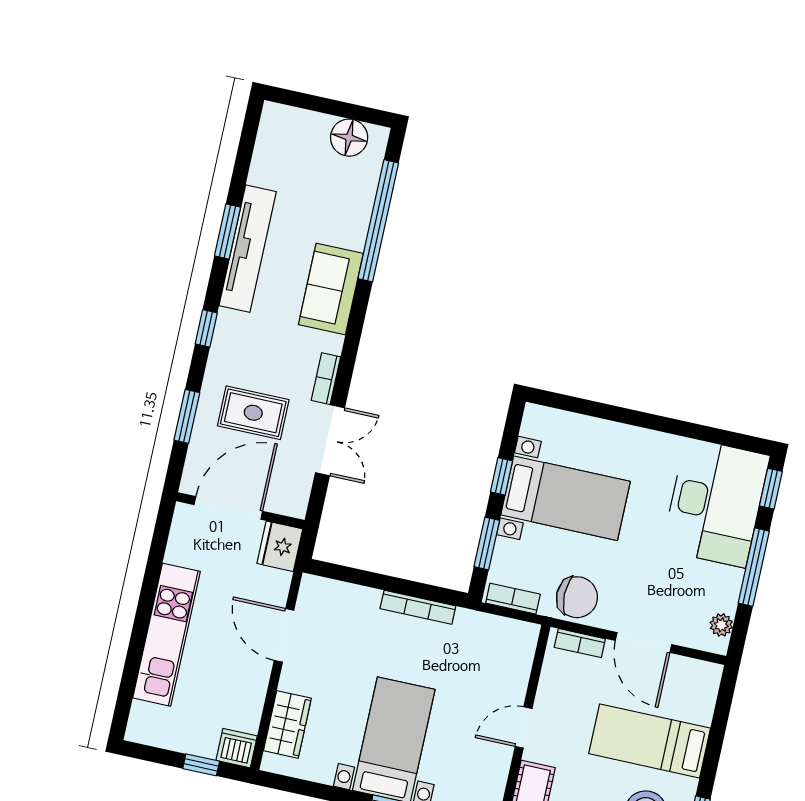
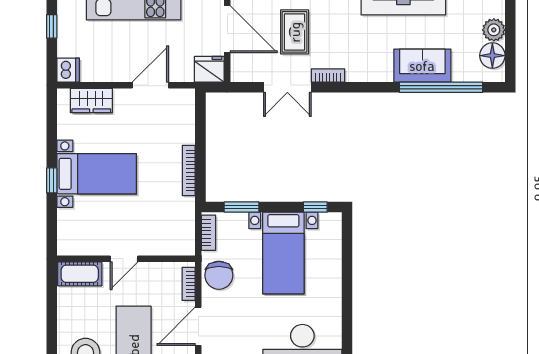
plant: (313, 128) -> (494, 30), added
sofa: (331, 289) -> (422, 66), moved
window: (501, 476) -> (315, 207), moved
door: (524, 727) -> (124, 259), swing flipped
window: (201, 765) -> (52, 26), moved

